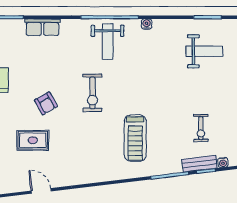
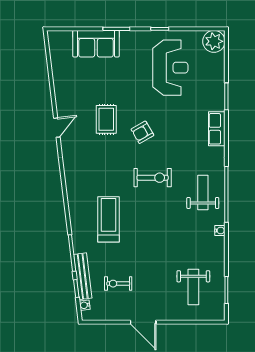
weight bench: (108, 41) -> (203, 193), turned 90
exercise bike: (92, 93) -> (153, 178), turned 180
treadmill: (135, 138) -> (109, 219), turned 90
bench: (200, 164) -> (83, 276), width x1.36

